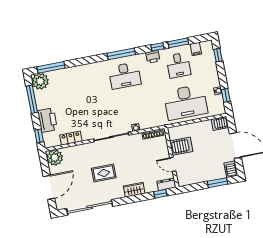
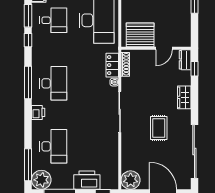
printer: (153, 57) -> (38, 112), moved
desk: (71, 86) -> (53, 146), added
locker: (71, 138) -> (112, 65), moved
server rack: (181, 146) -> (140, 35), width x1.60

